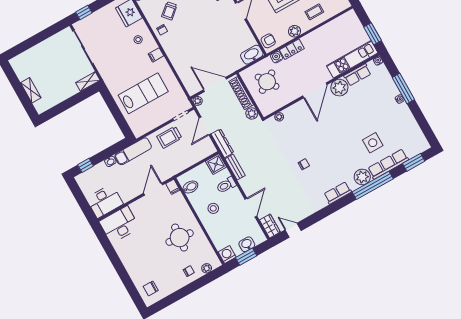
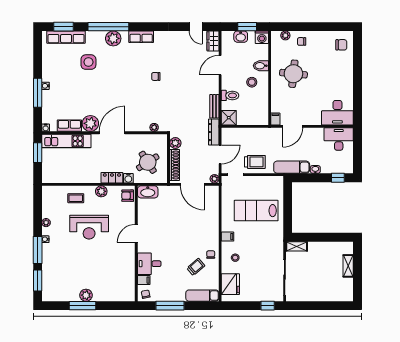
row of seats: (388, 164) -> (66, 37), moved
bidet: (190, 187) -> (261, 66), moved

